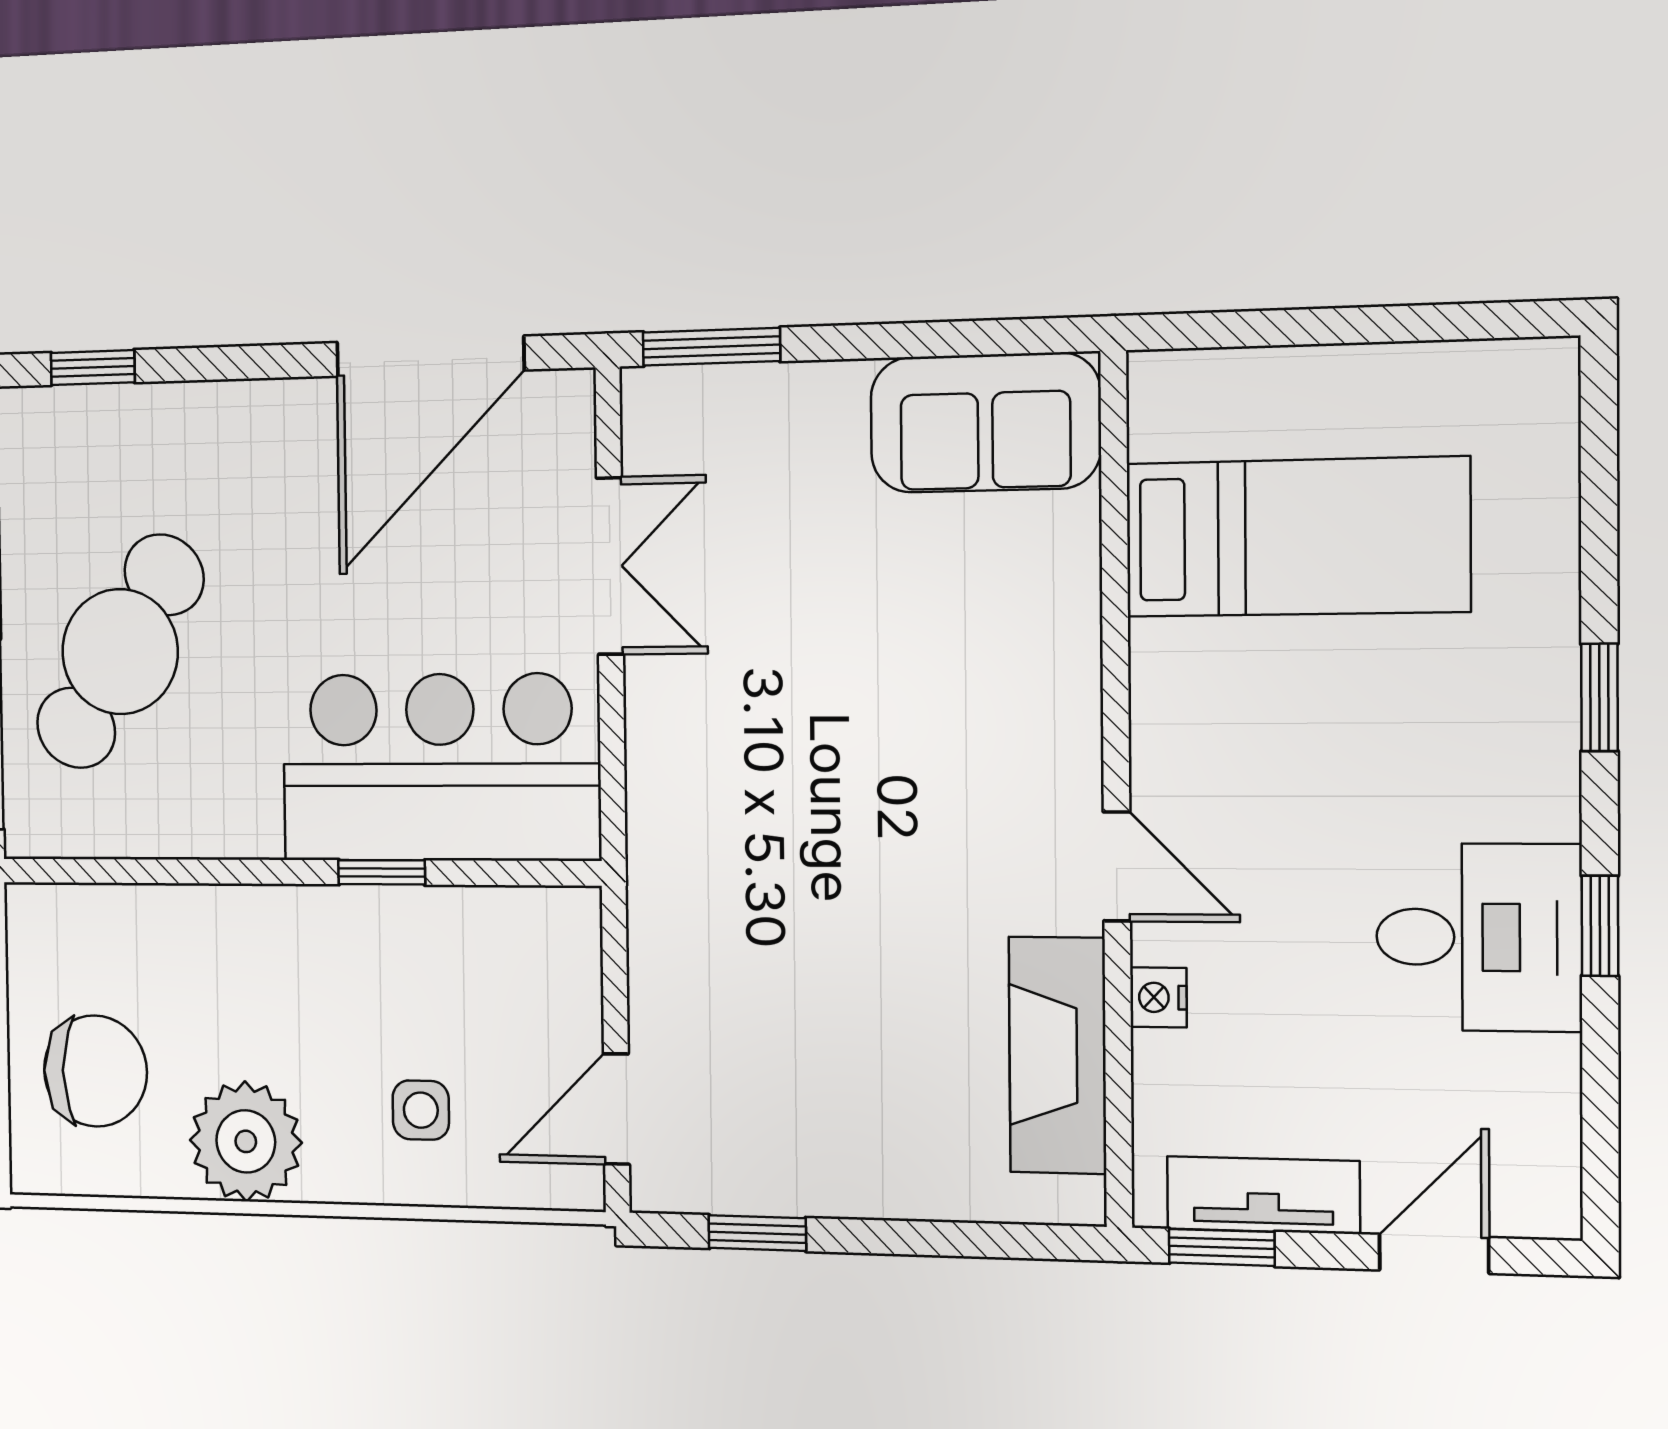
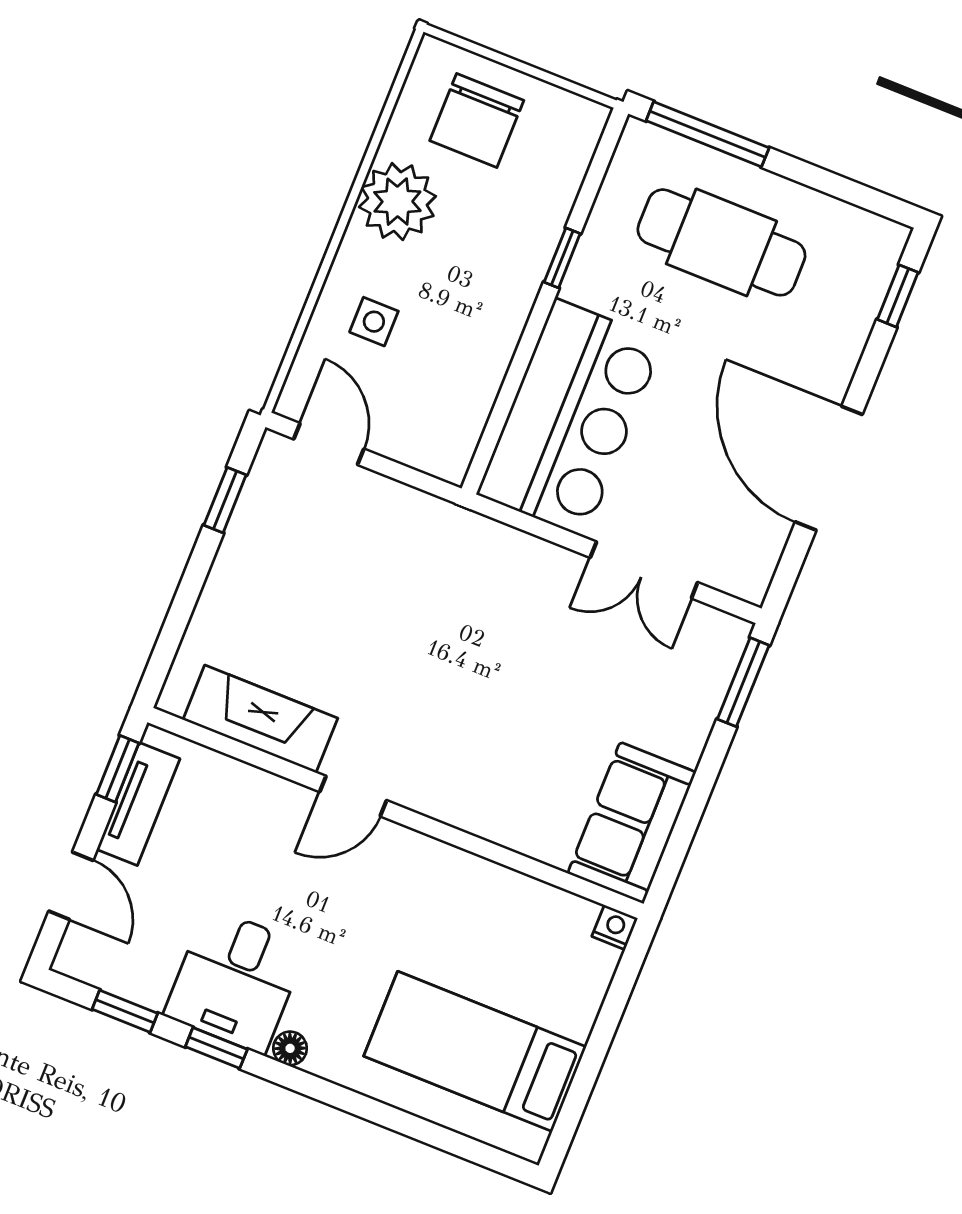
door: (430, 356) -> (829, 468), moved
bed: (1297, 537) -> (475, 1051), moved, turned 90
cafe table: (120, 652) -> (721, 242), turned -33
window: (1599, 697) -> (125, 1011), moved
floor lamp: (1552, 808) -> (290, 1048), added
window: (382, 872) -> (562, 258), moved
nightstand: (1158, 997) -> (615, 927), moved

